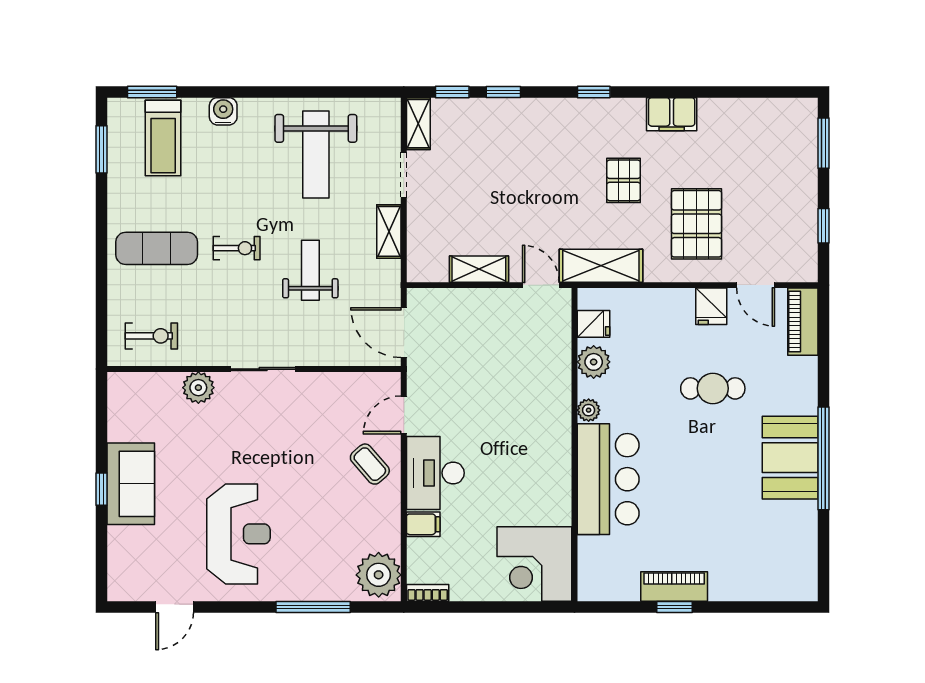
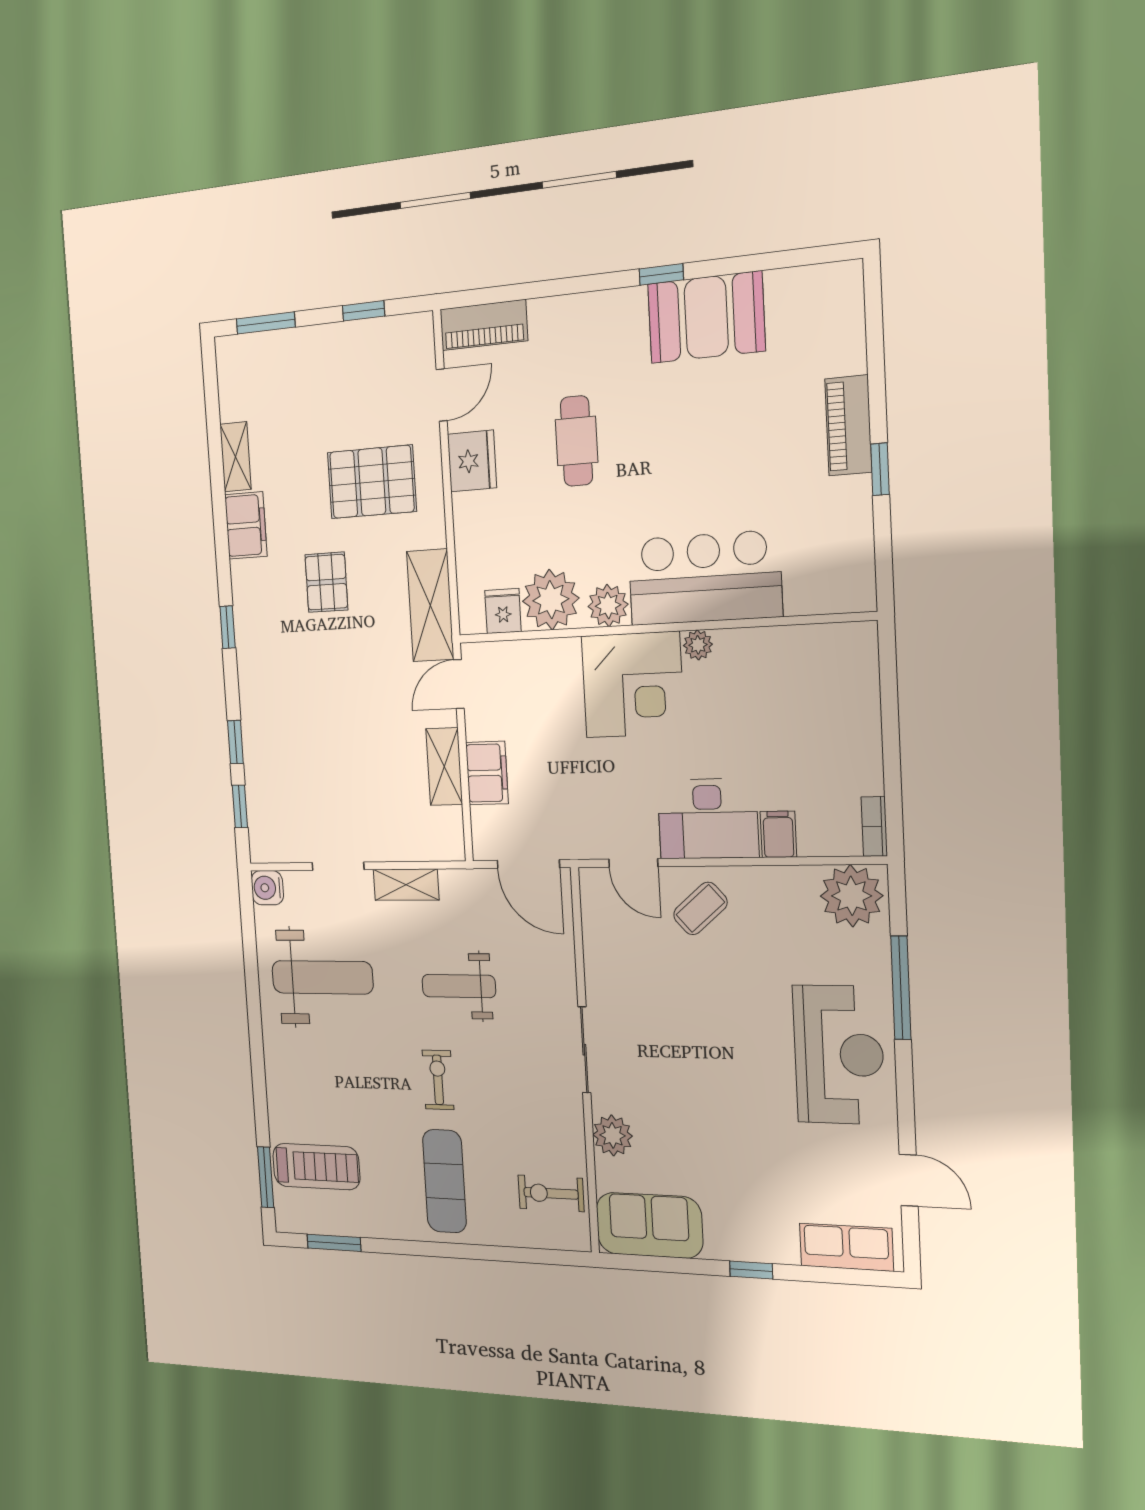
water cooler: (223, 111) -> (267, 888), moved
shelving: (418, 124) -> (235, 457), moved, turned 90
pallet: (624, 180) -> (326, 582), turned 90
filing cabinet: (473, 304) -> (487, 773), added
fridge: (711, 306) -> (472, 461), width x1.38
door: (404, 333) -> (528, 864), hinge flipped
exercise bike: (151, 336) -> (551, 1193), turned -90
plant: (594, 362) -> (551, 600), width x1.36, depth x1.36
plant: (589, 410) -> (608, 605), width x1.38, depth x1.38
booth: (790, 458) -> (706, 317), moved
window: (824, 458) -> (661, 274), width x0.32
plant: (561, 472) -> (698, 645), added
sofa: (131, 484) -> (649, 1225), moved
reception desk: (238, 534) -> (839, 1055), moved, turned 90
row of seats: (123, 560) -> (846, 1247), added
corner desk: (534, 564) -> (633, 685), moved
piano: (674, 586) -> (848, 425), moved

